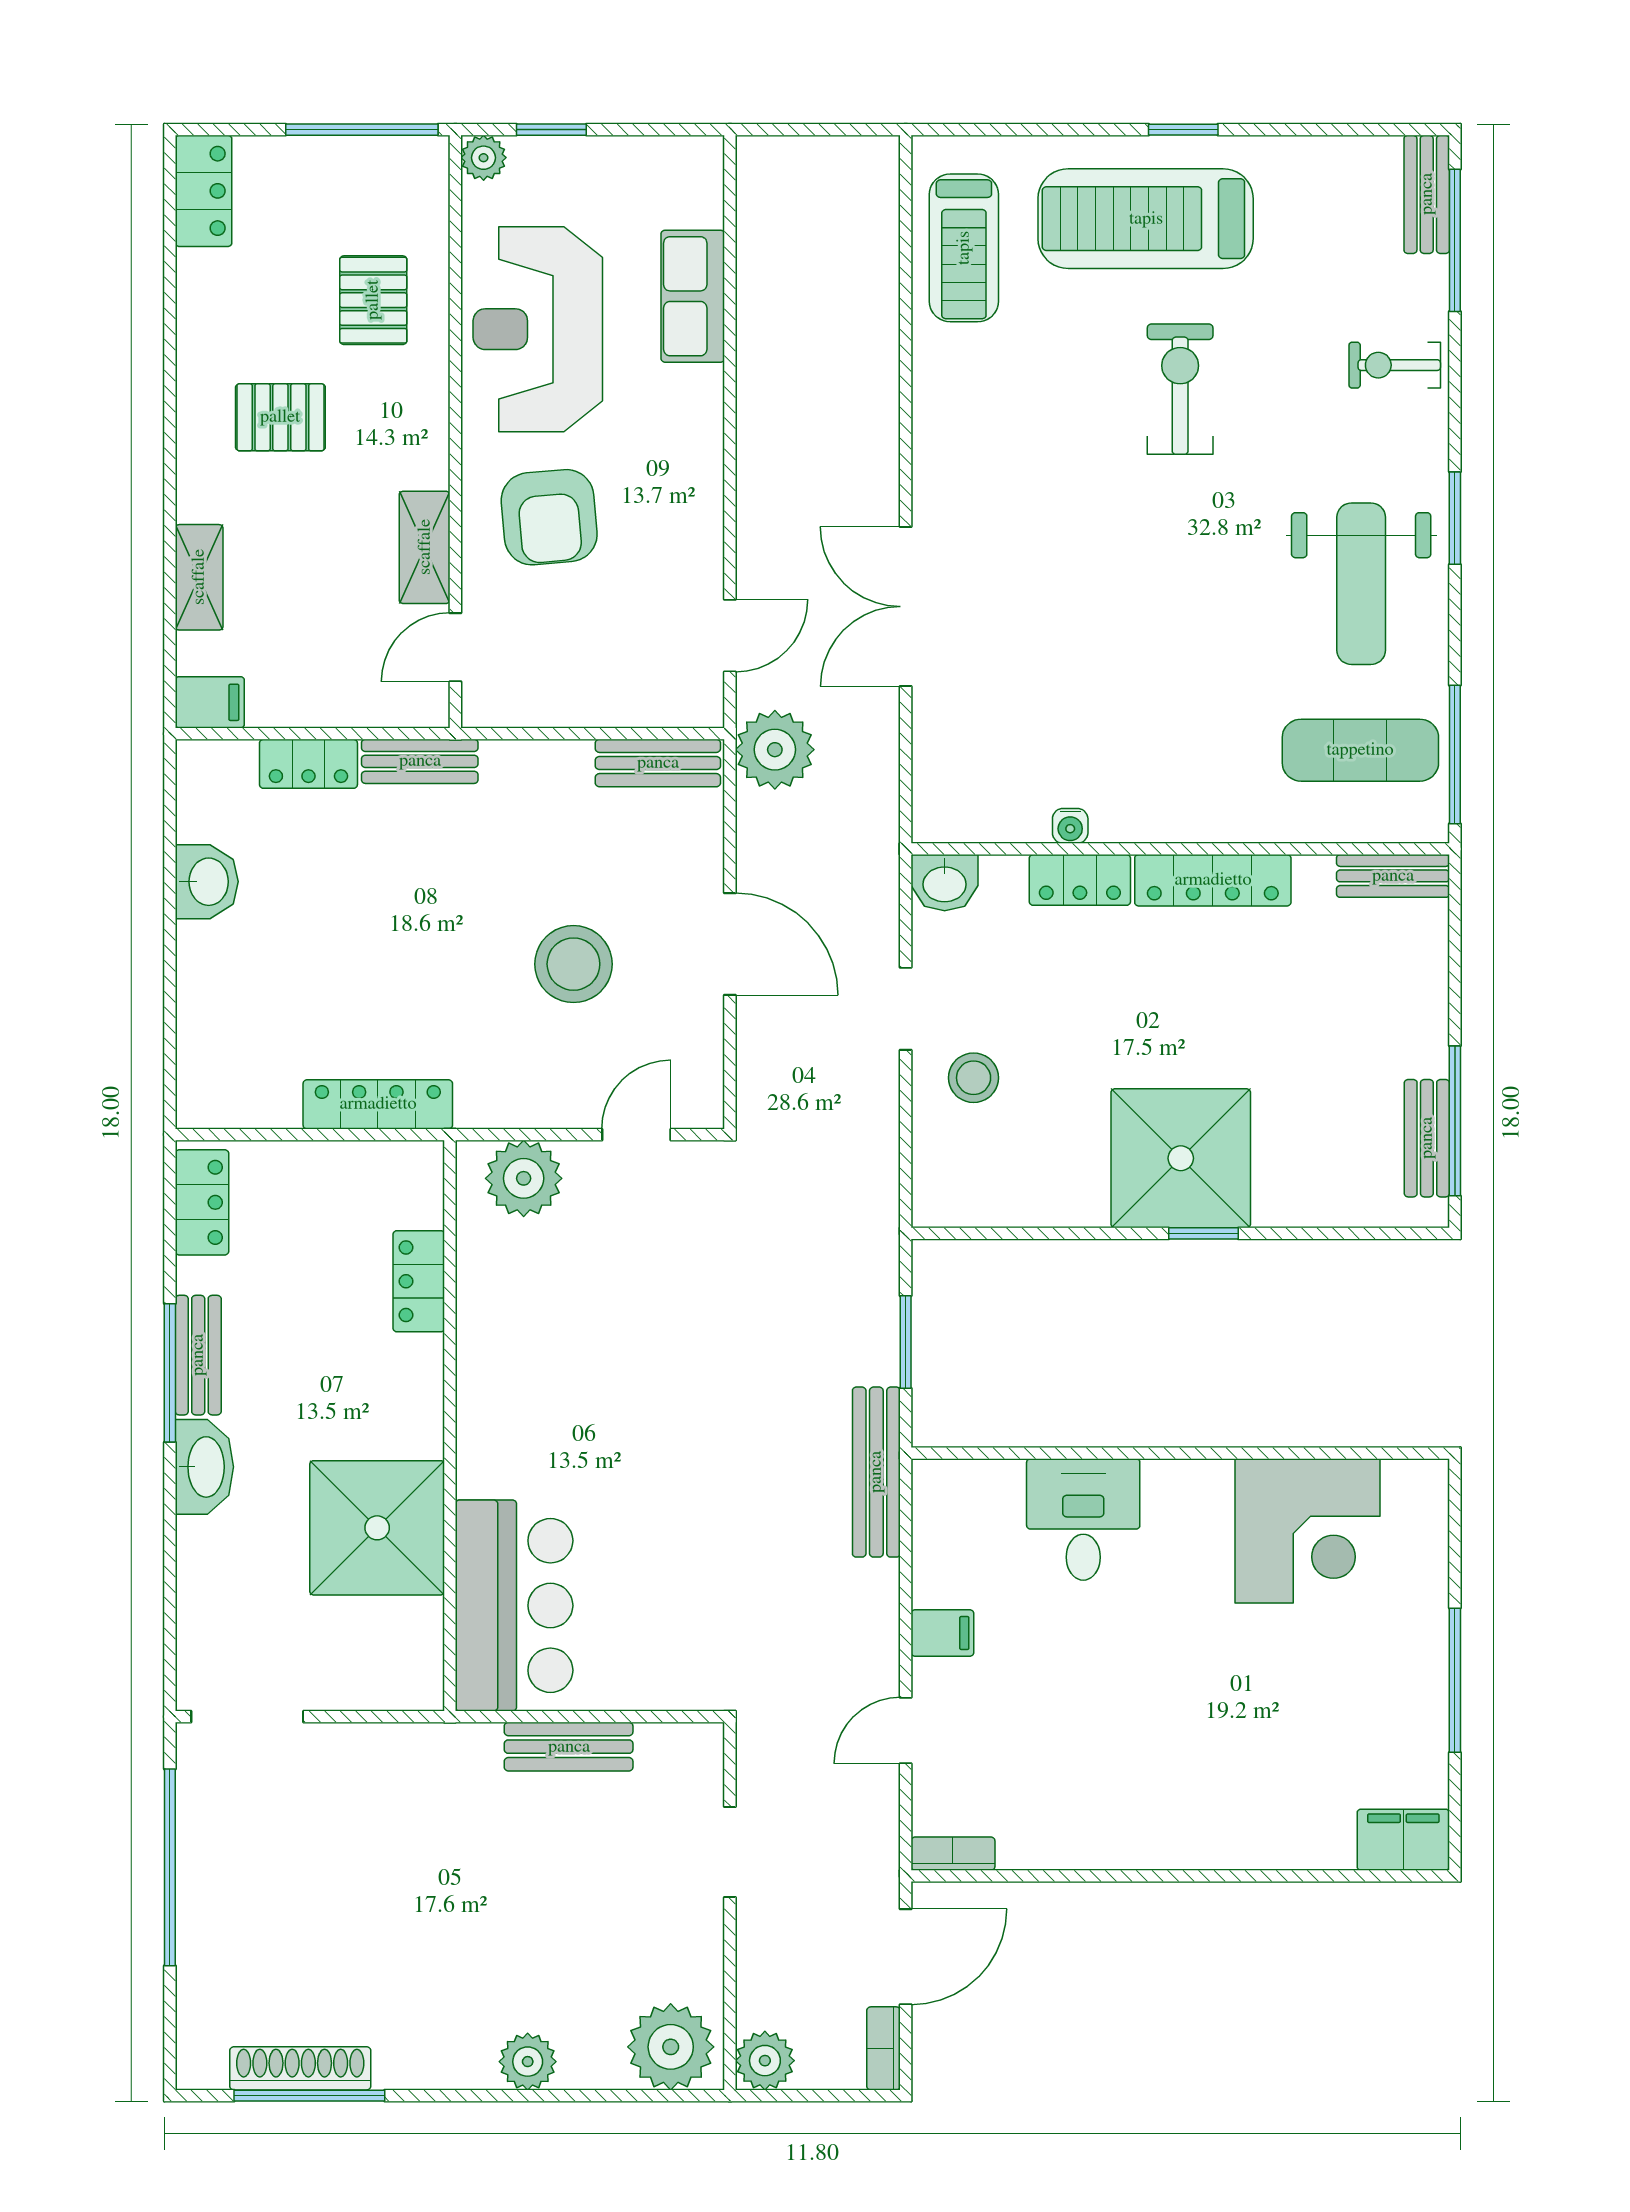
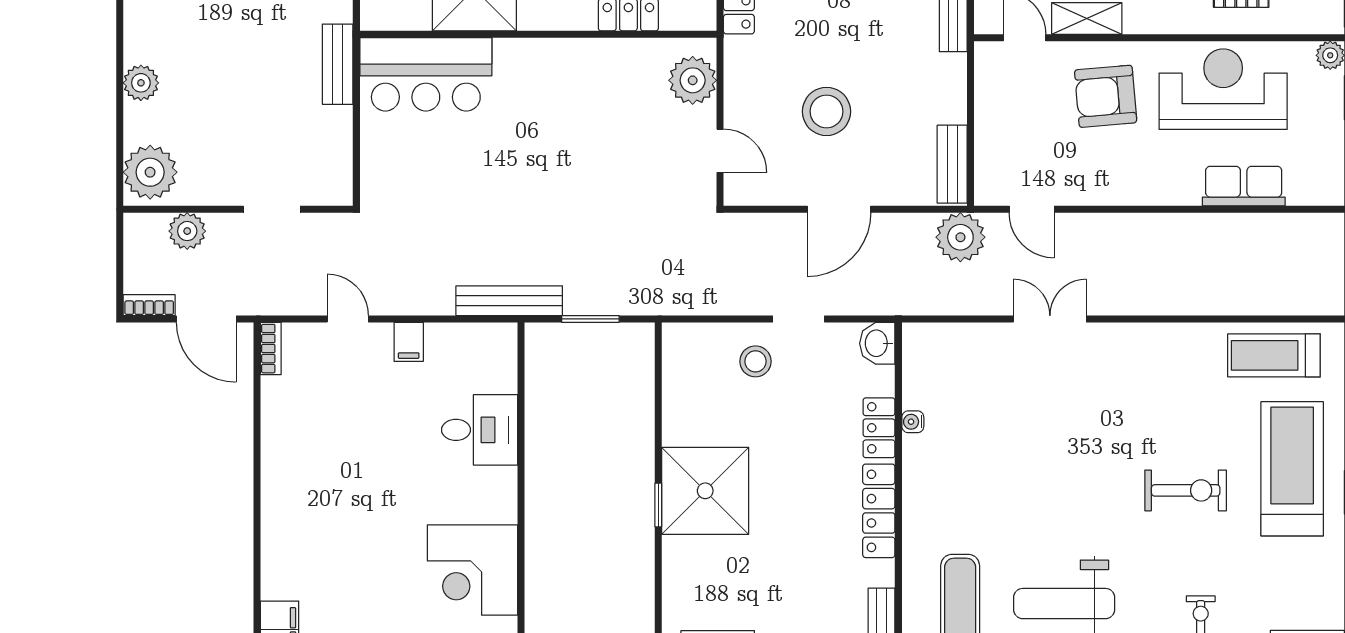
double door: (906, 607) -> (1050, 319), width x0.73
bench: (569, 1747) -> (338, 64), moved
plant: (765, 2061) -> (187, 231), moved

